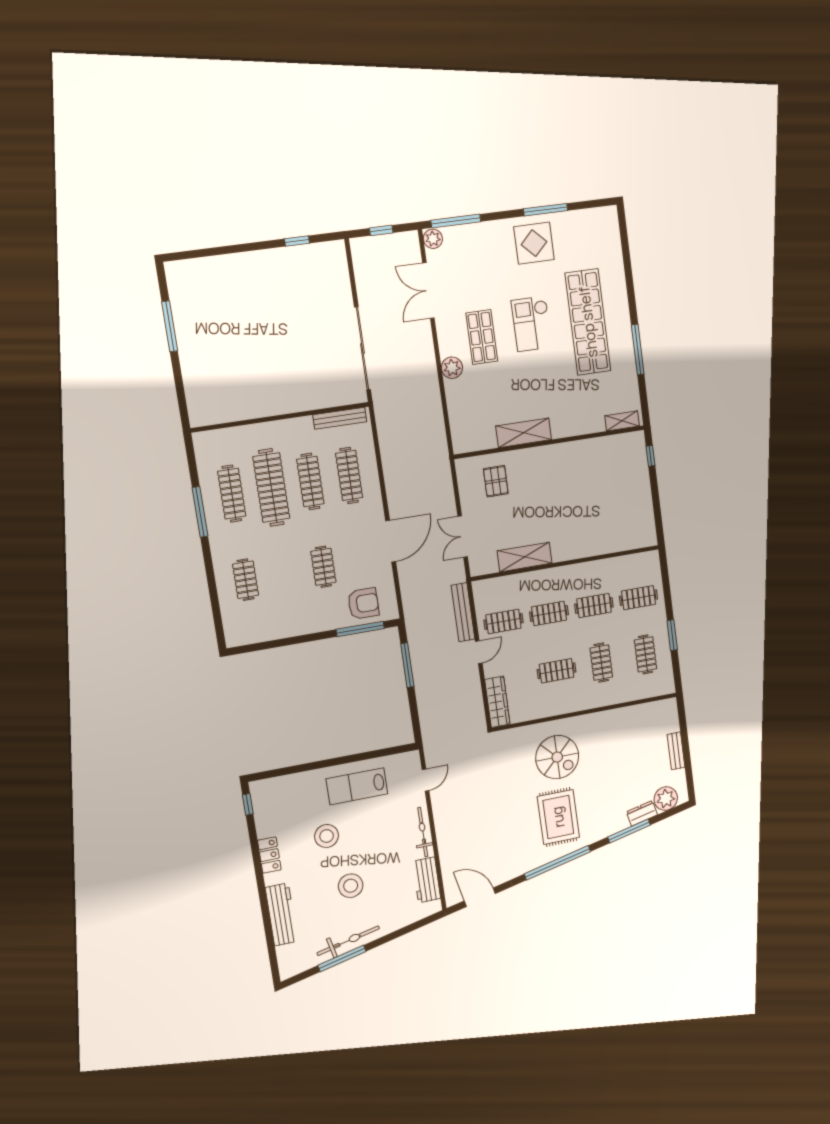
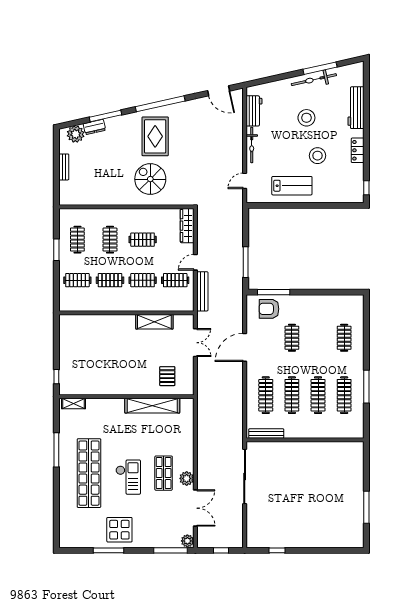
plant: (452, 368) -> (187, 478), moved
shelving: (524, 433) -> (152, 406), width x1.47
clothes rail: (271, 488) -> (318, 395), width x0.73, depth x0.76

